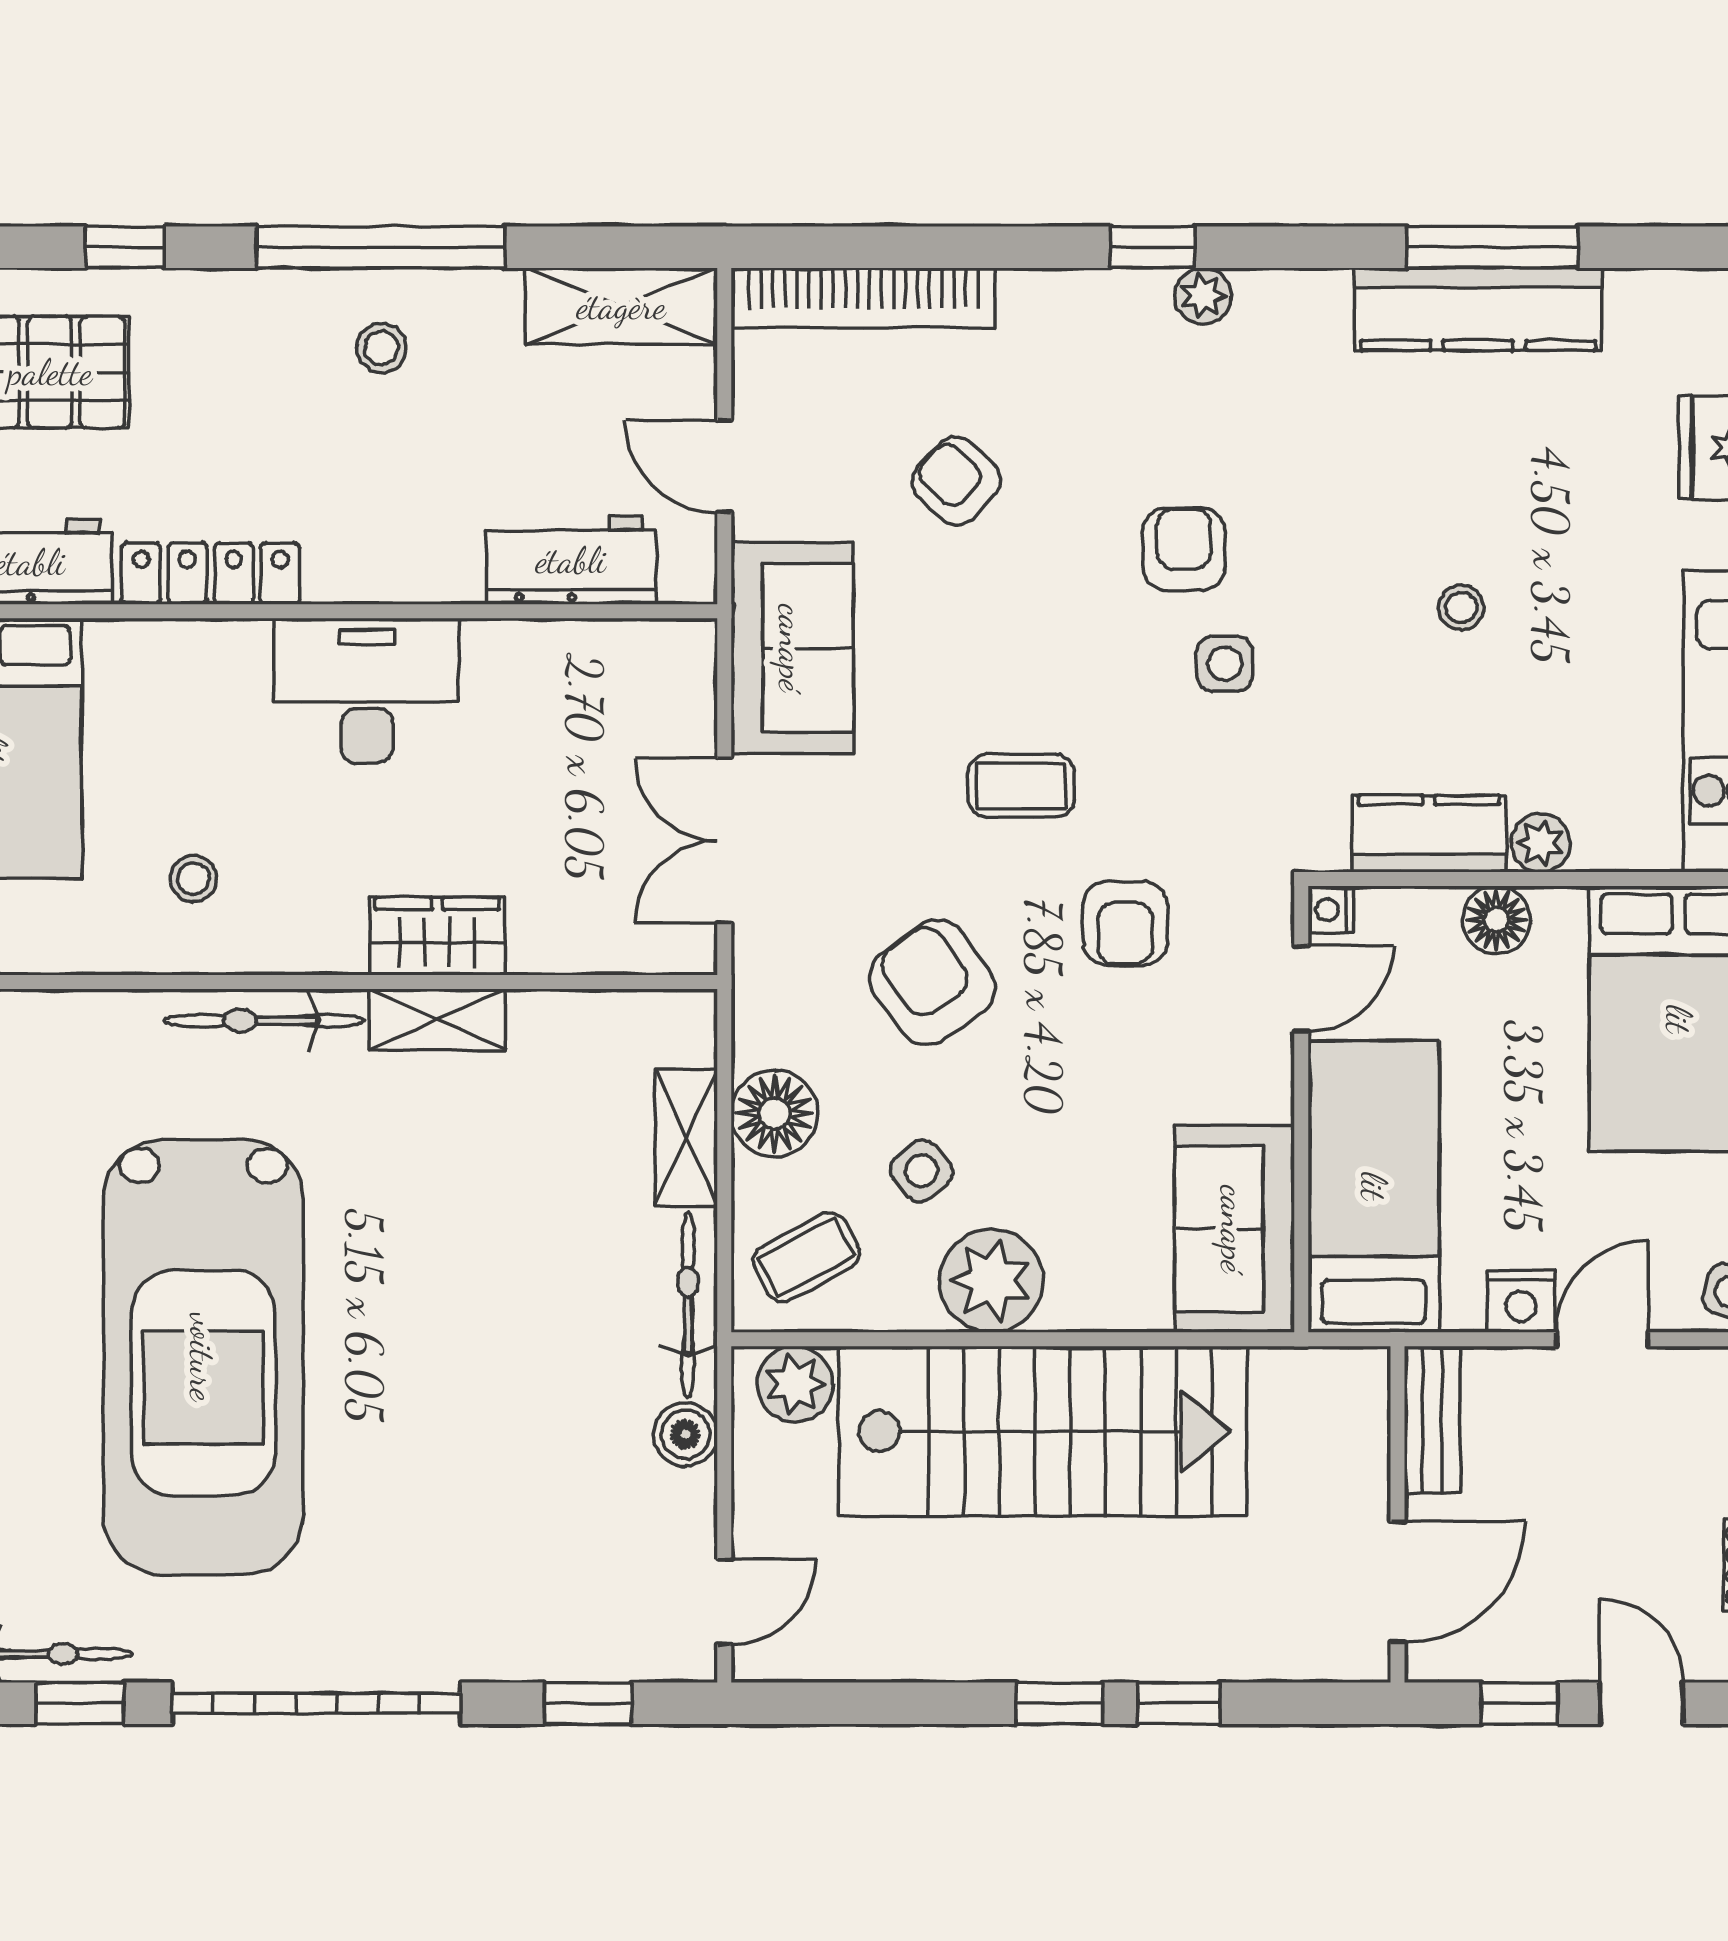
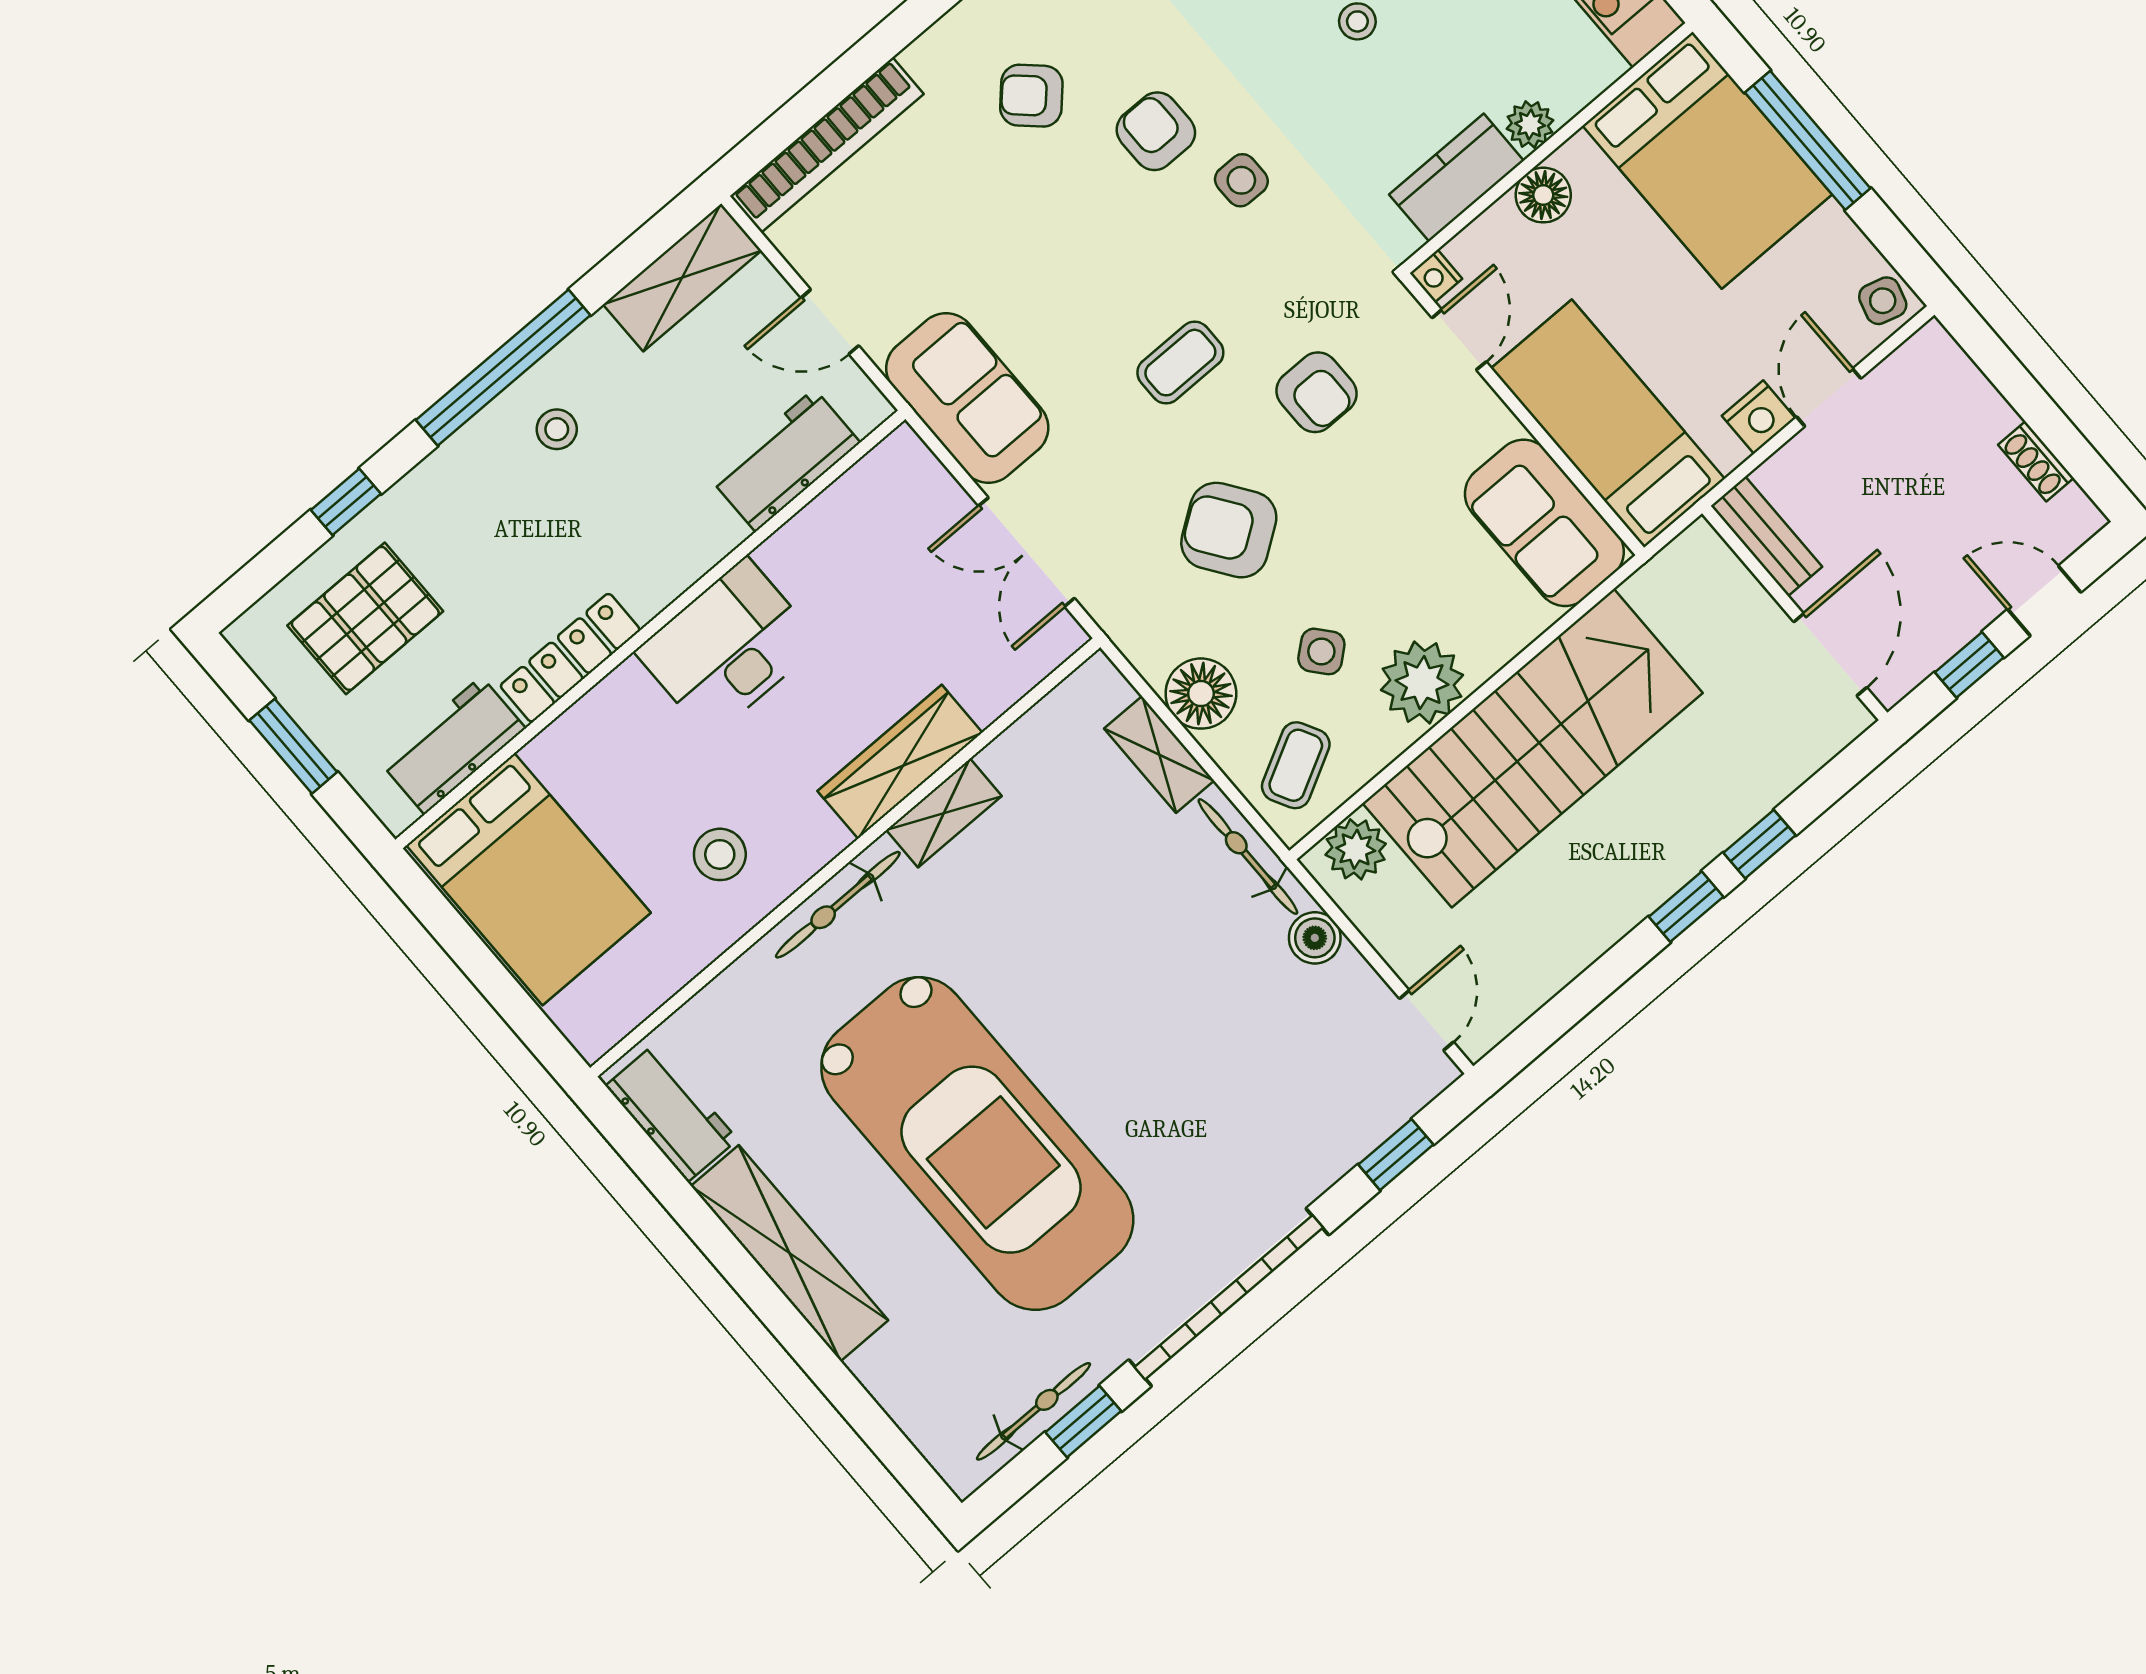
armchair: (956, 481) -> (1031, 96), moved
stool: (193, 879) -> (720, 854), width x1.37, depth x1.37
wardrobe: (437, 936) -> (900, 762), width x1.50

